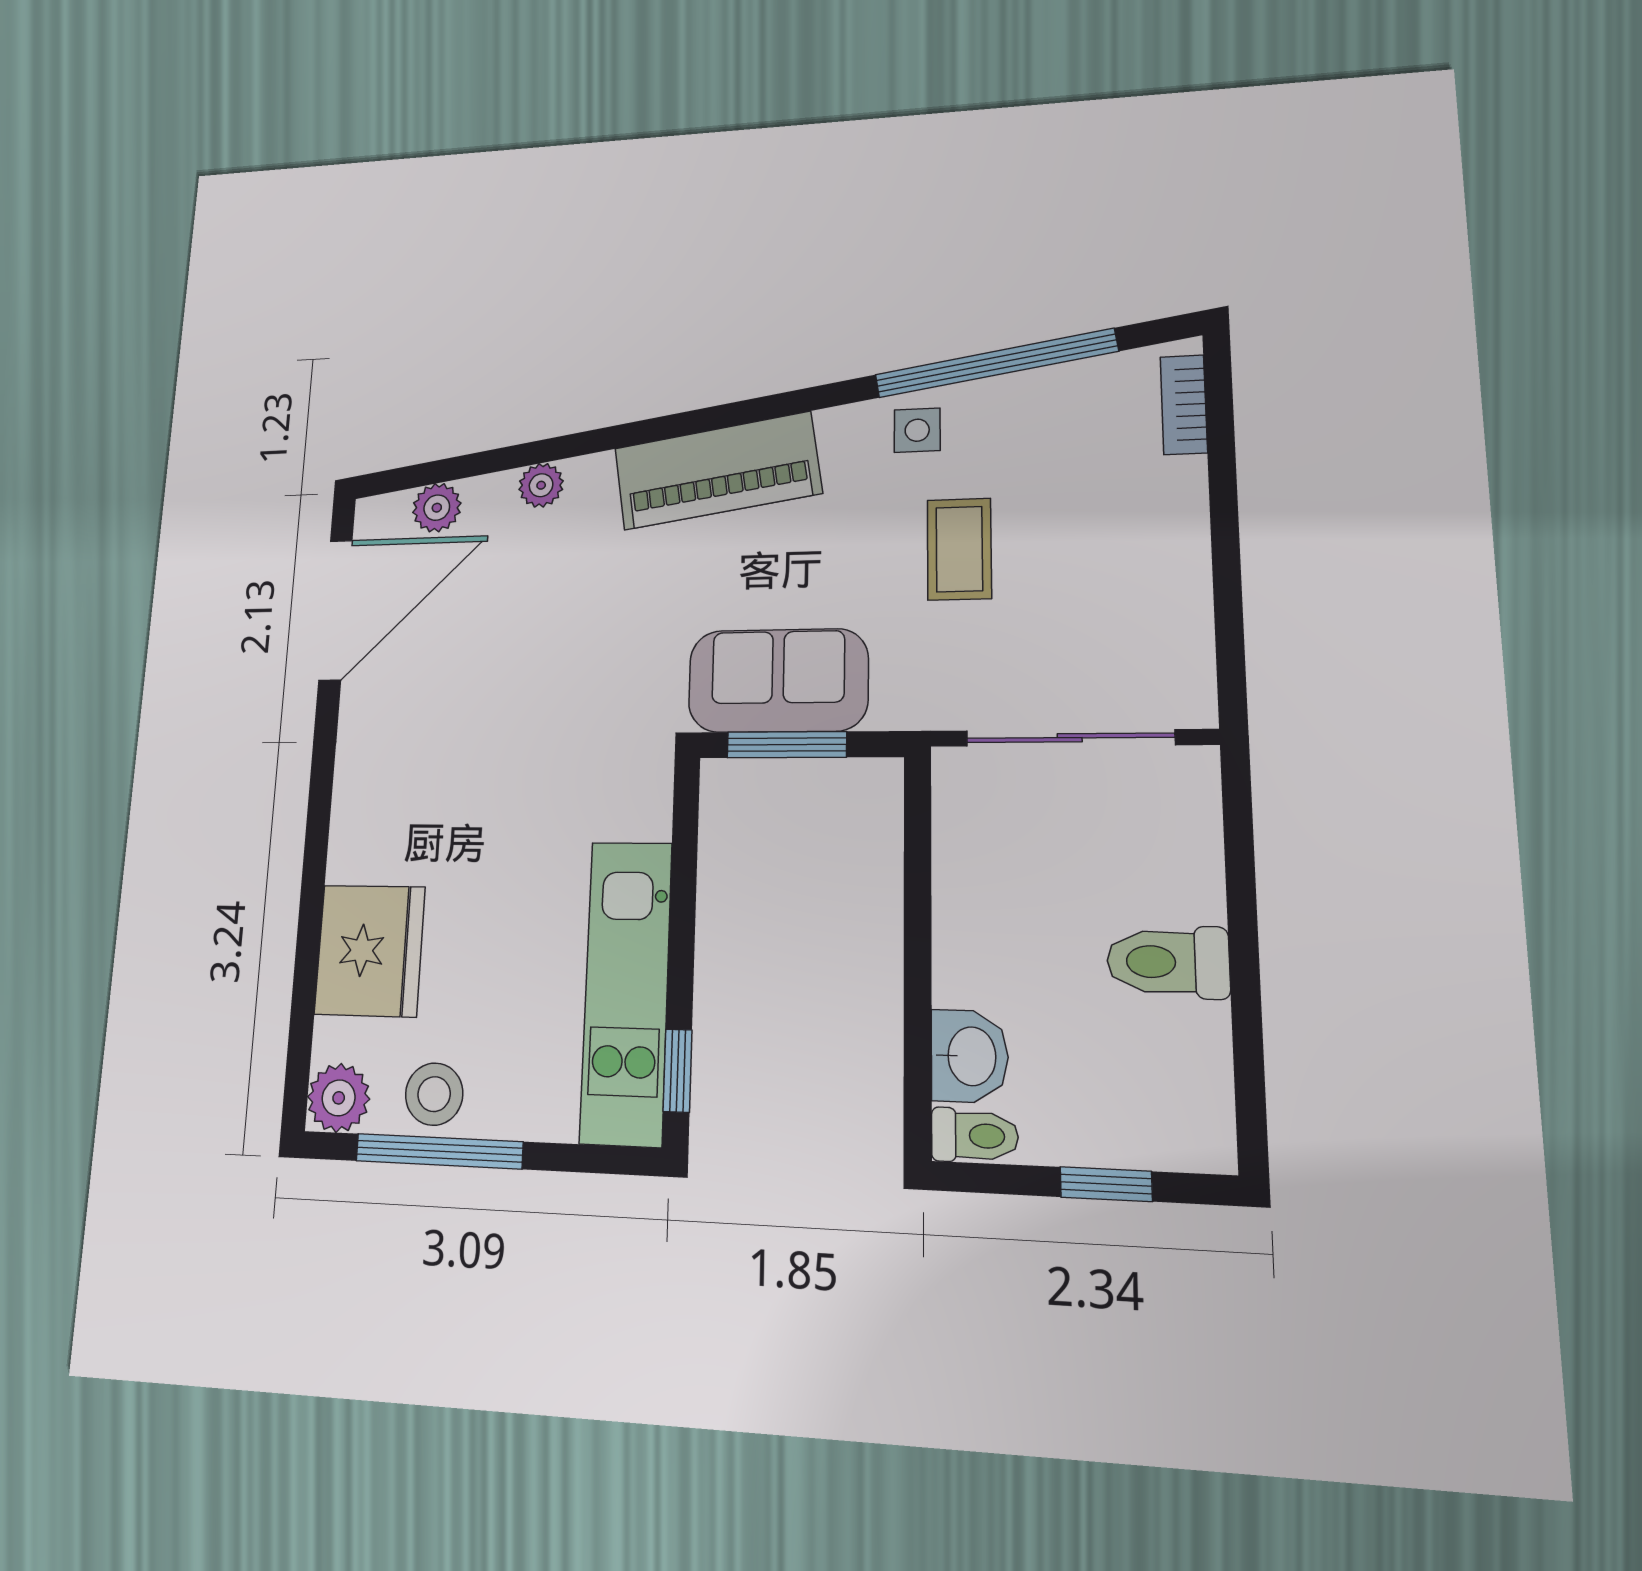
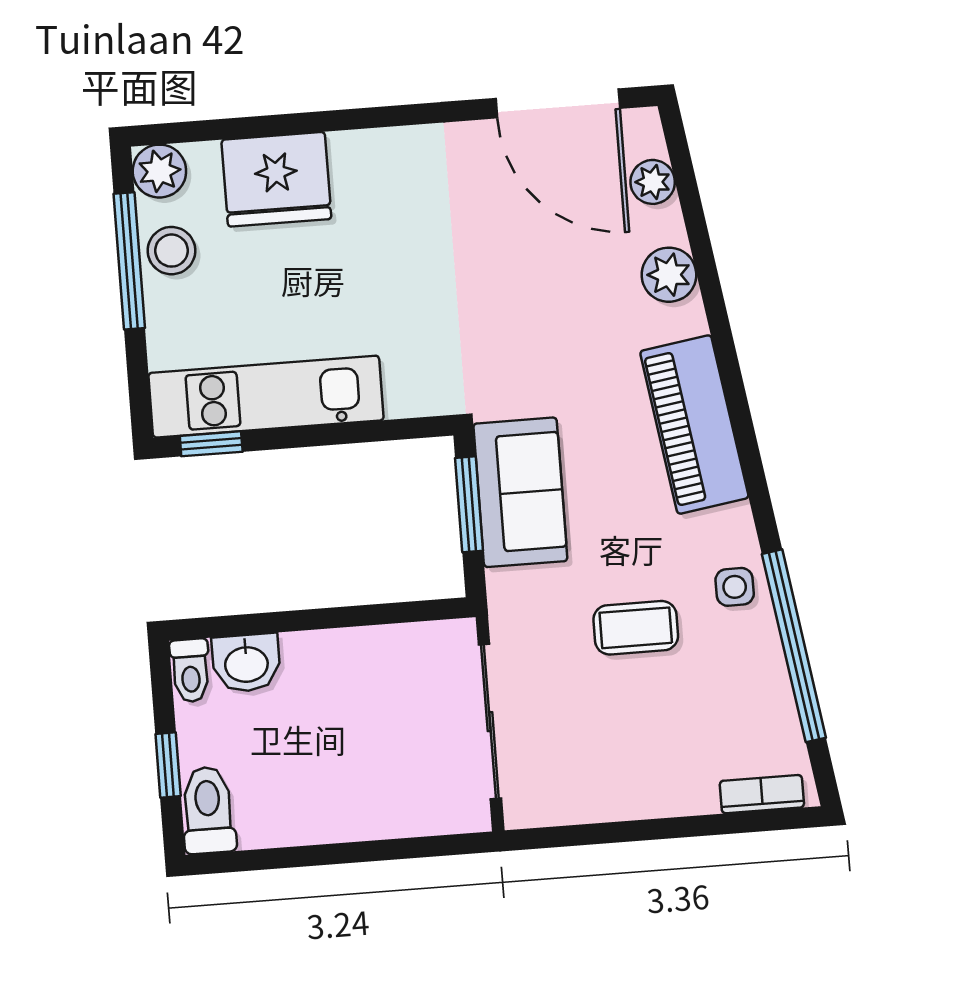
plant: (541, 485) -> (669, 275), width x1.38, depth x1.38
toilet: (1168, 962) -> (208, 810), moved

